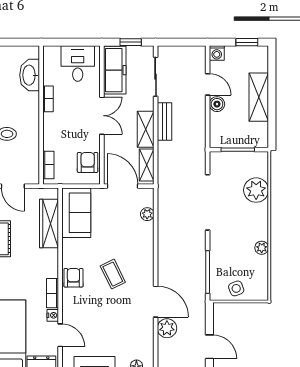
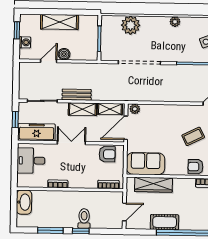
washing machine: (217, 53) -> (25, 42), moved
washbasin: (30, 75) -> (24, 202), moved, turned -90
armchair: (88, 162) -> (107, 154), turned 180
plant: (147, 214) -> (135, 109), moved

